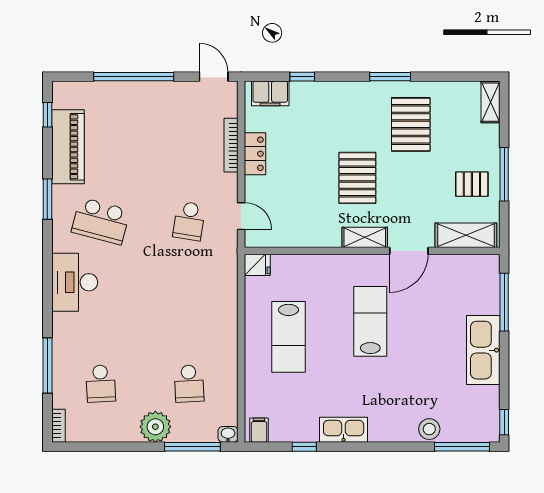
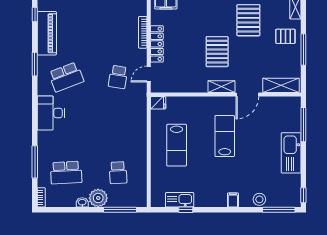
locker: (255, 154) -> (157, 44), width x1.53
pallet: (472, 184) -> (285, 36), moved
door: (241, 216) -> (149, 74), swing flipped
school desk: (101, 221) -> (66, 77), turned -36
school desk: (101, 384) -> (66, 173), width x1.85
filing cabinet: (259, 430) -> (233, 200), moved
kitchen sink: (344, 430) -> (180, 200), moved
washbasin: (228, 434) -> (82, 202), moved

